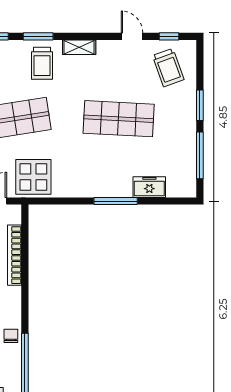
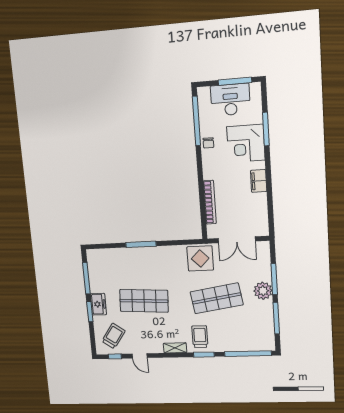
trolley: (168, 68) -> (113, 336), turned 55
freezer: (149, 187) -> (98, 304), moved, turned -90

